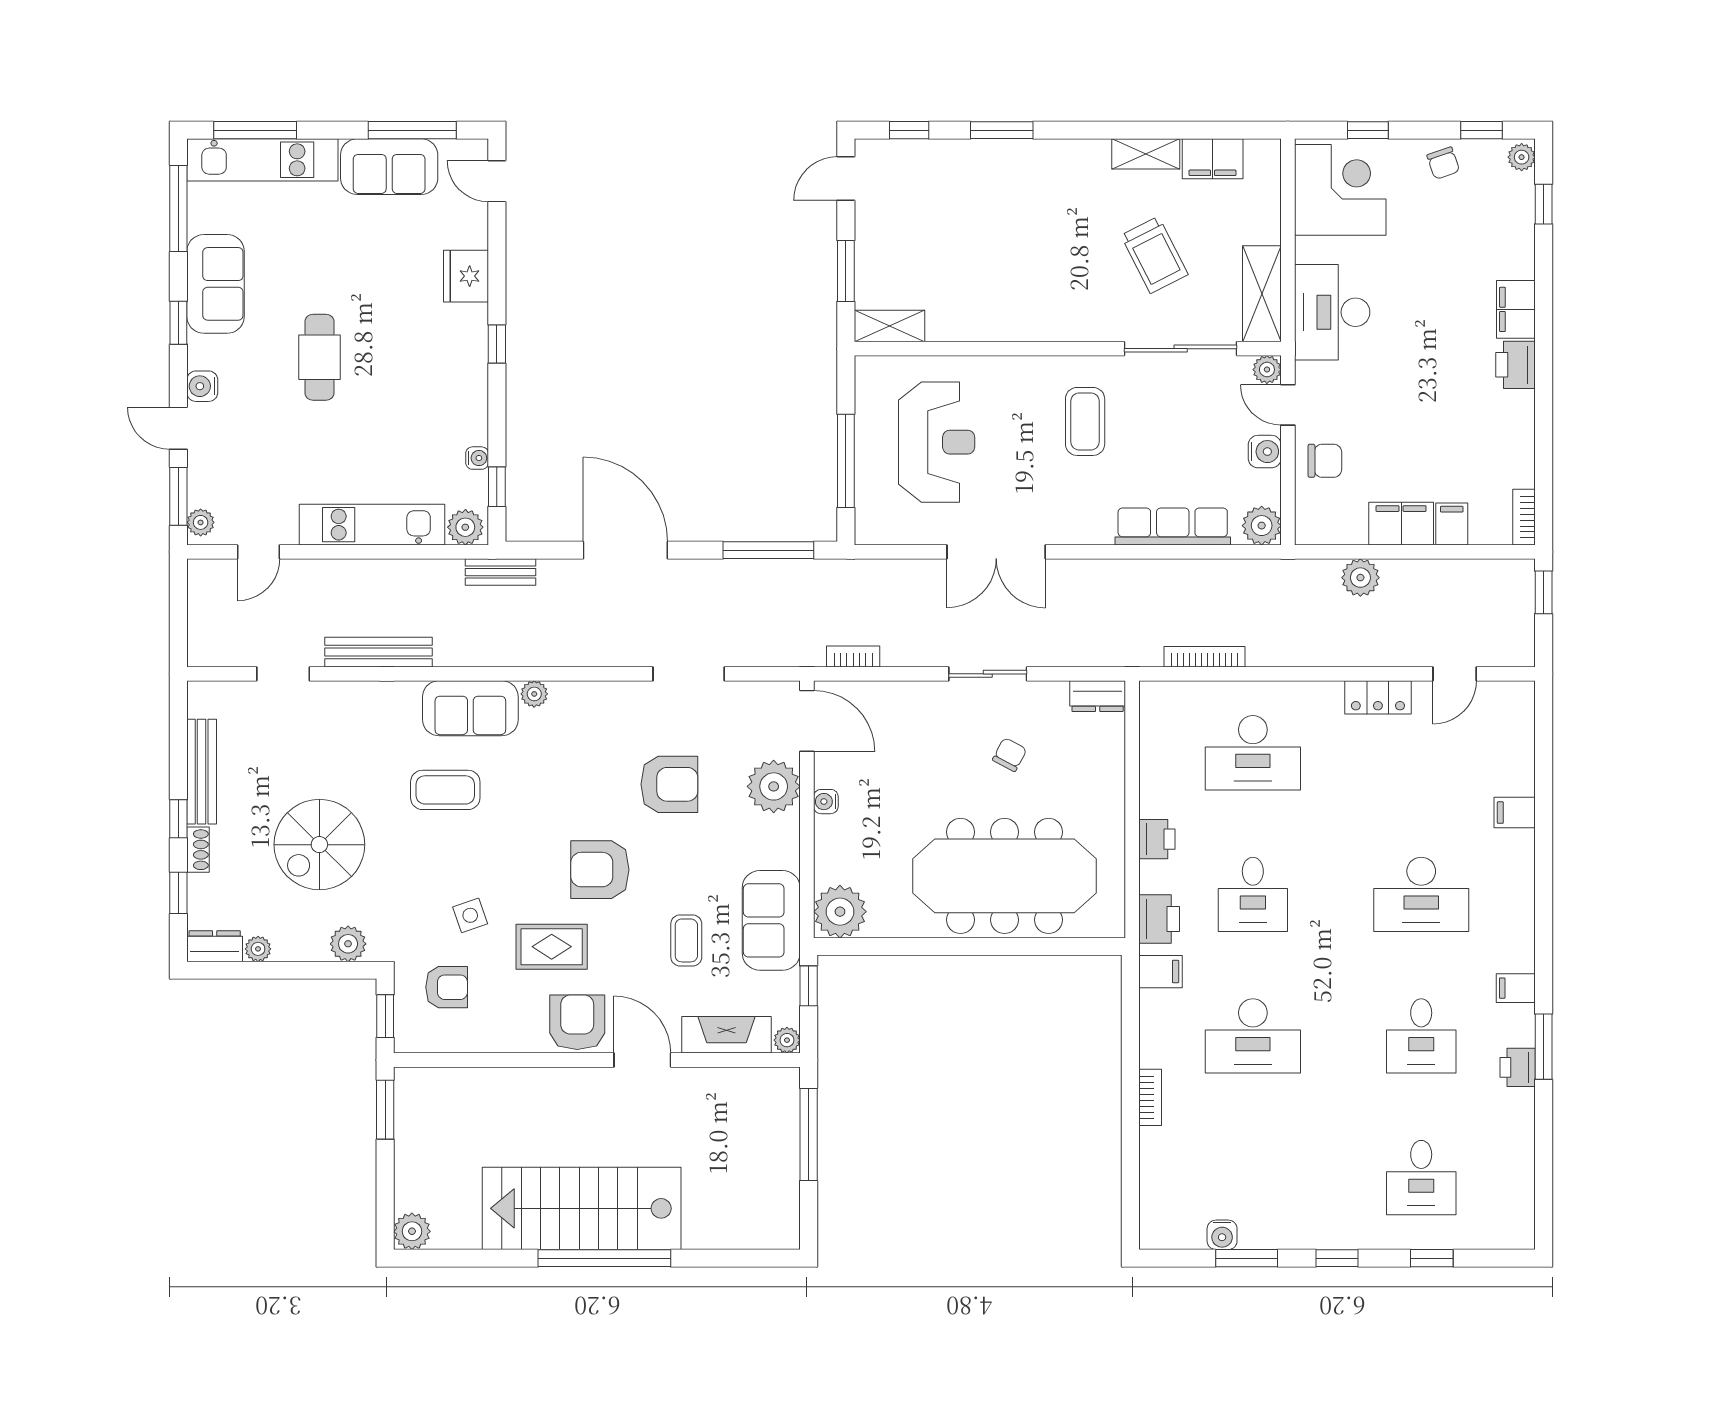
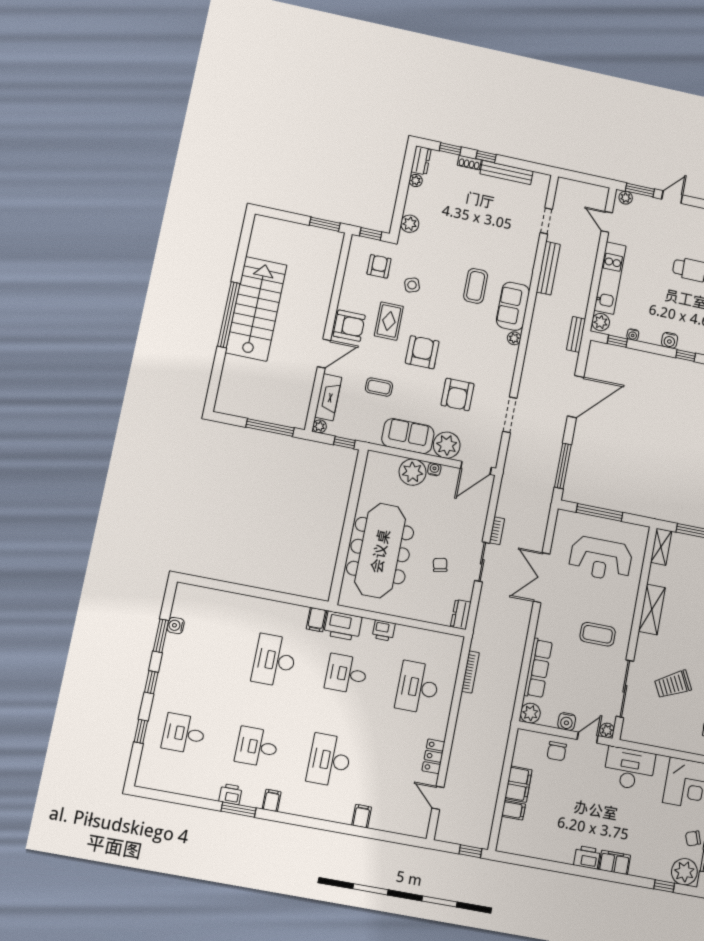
plant: (1522, 157) -> (684, 872), width x1.88, depth x1.88
shelving: (1262, 294) -> (652, 609), moved, turned 90
water cooler: (202, 386) -> (670, 340), moved, turned 180
bookcase: (1524, 517) -> (510, 848), removed
plant: (1360, 578) -> (495, 758), removed
bookcase: (853, 656) -> (497, 531), moved
chair: (1010, 755) -> (440, 565), turned -130
spiral stairs: (319, 845) -> (461, 220), removed
plant: (840, 912) -> (413, 472), moved
printer: (1159, 919) -> (343, 626), width x1.37, depth x1.19
sofa: (771, 920) -> (408, 436), moved
armchair: (447, 987) -> (379, 266), turned 180
bookcase: (1150, 1097) -> (254, 602), removed
plant: (412, 1231) -> (262, 224), removed

